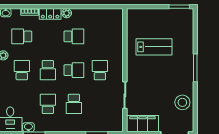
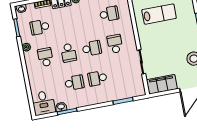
school desk: (74, 36) -> (109, 14), moved
school desk: (48, 104) -> (74, 83), turned 90
school desk: (74, 104) -> (97, 78), turned 90

